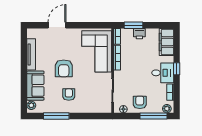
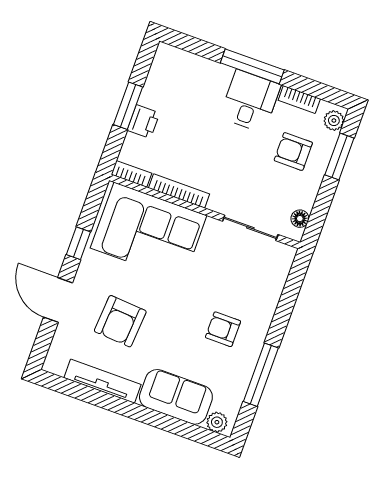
window: (82, 25) -> (78, 243), added
window: (133, 25) -> (128, 106), moved
filing cabinet: (167, 42) -> (184, 67), removed
armchair: (64, 68) -> (120, 321), moved, turned 94
window: (177, 69) -> (252, 66), width x2.17
armchair: (140, 102) -> (293, 151), moved
window: (153, 116) -> (339, 157), width x0.69

